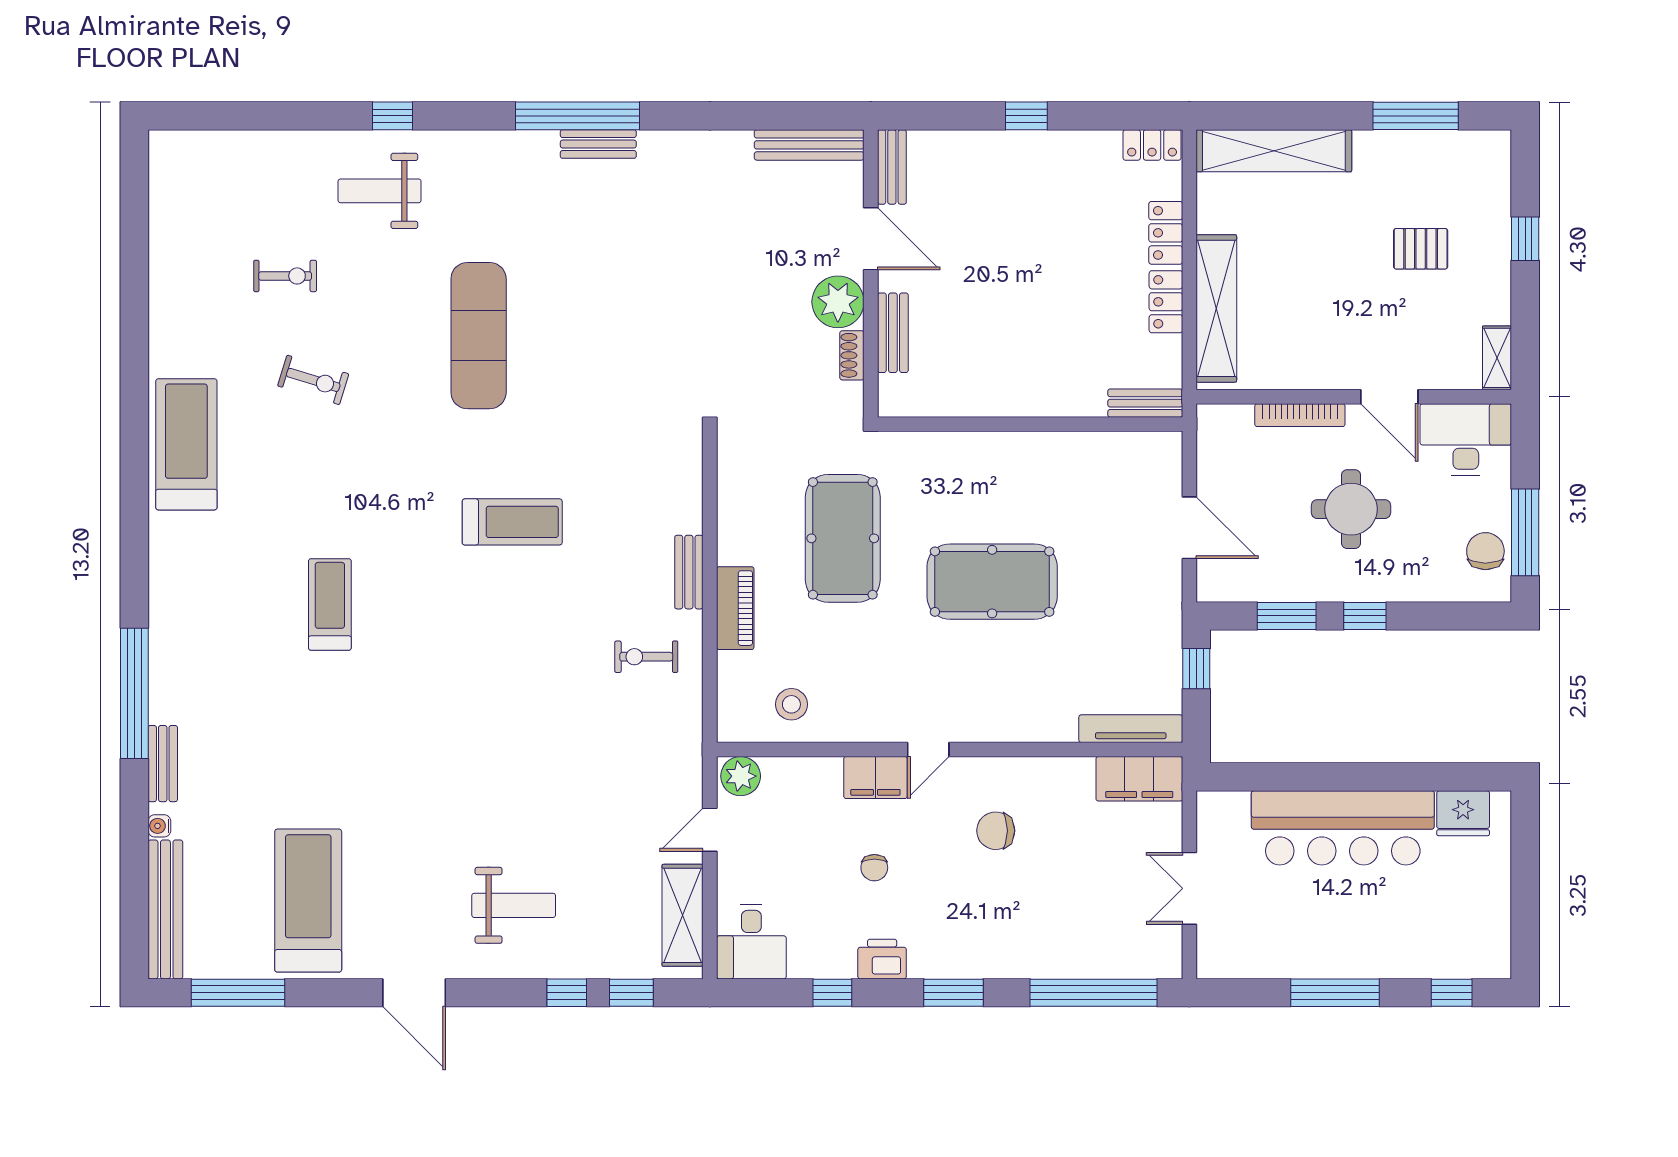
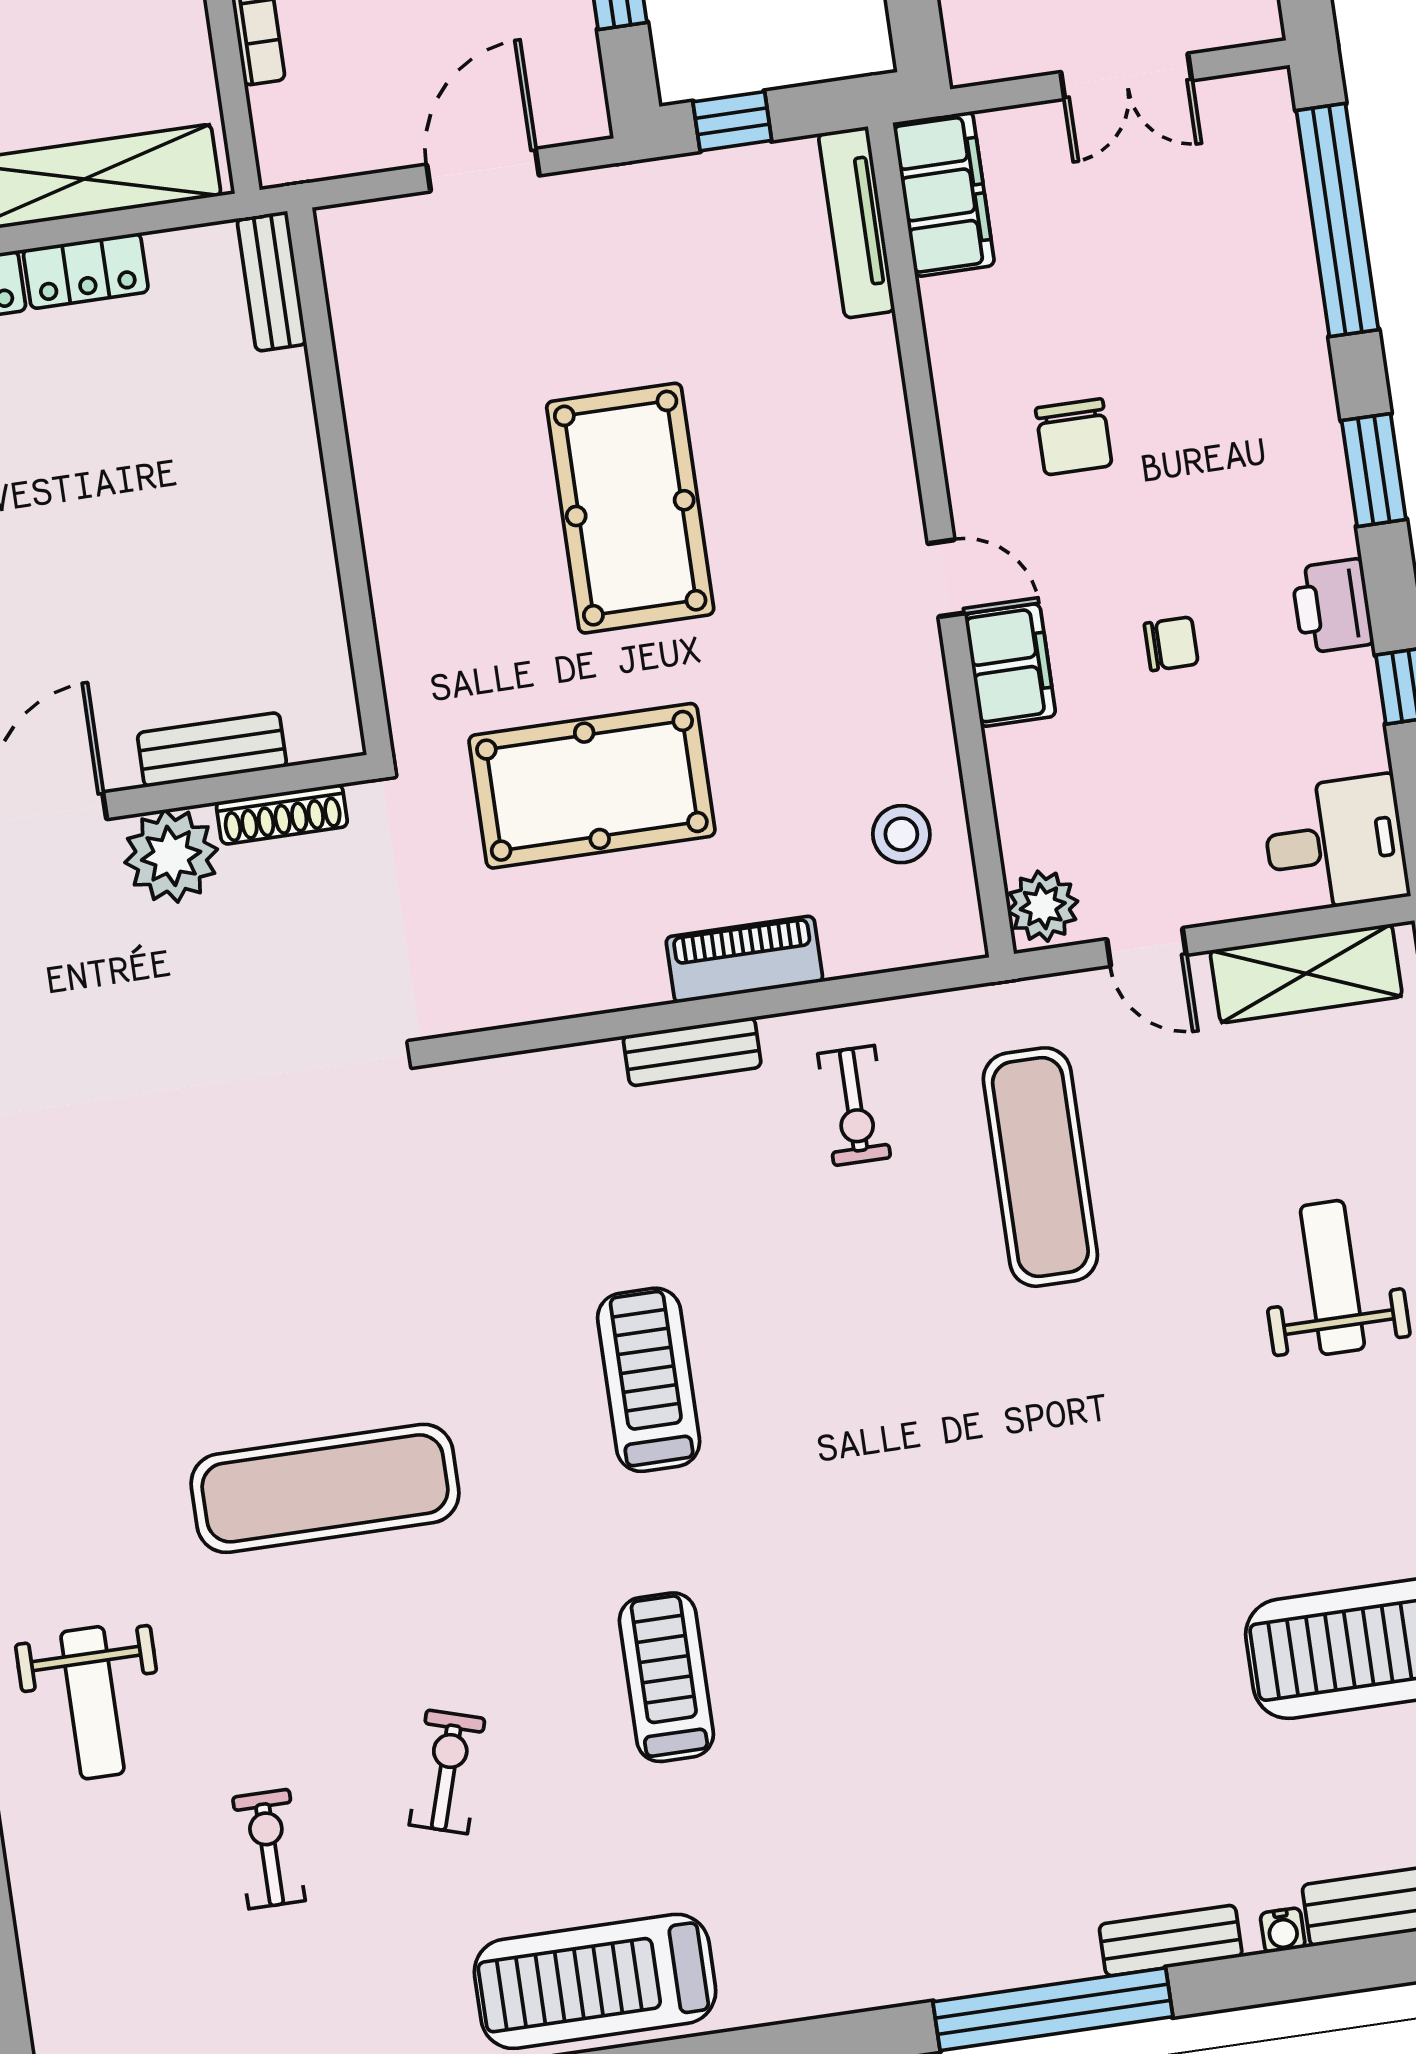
shoe rack: (852, 355) -> (282, 814), width x1.43
treadmill: (330, 604) -> (666, 1677), moved, turned 90
exercise mat: (598, 754) -> (1040, 1167), added

